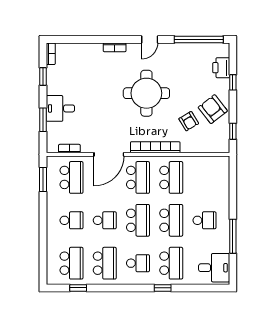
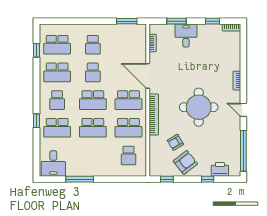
school desk: (71, 177) -> (129, 45), removed
school desk: (204, 220) -> (129, 155), moved

